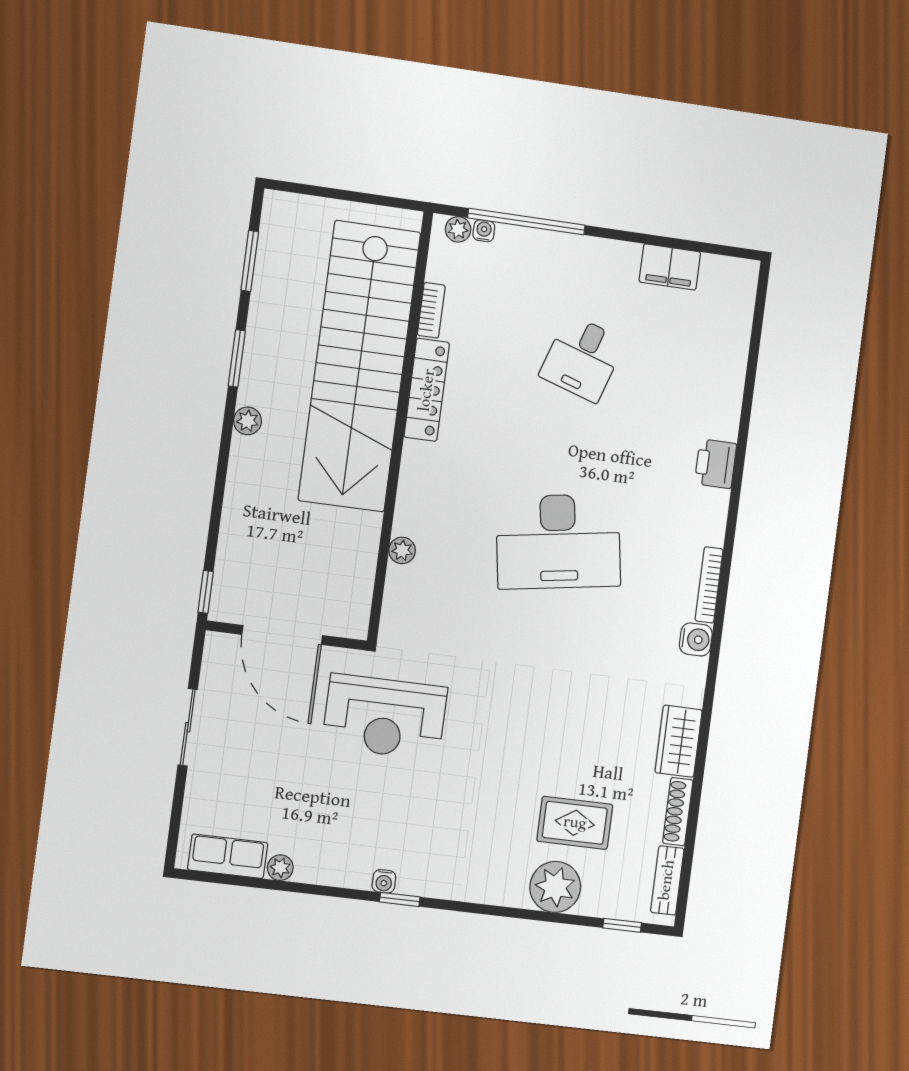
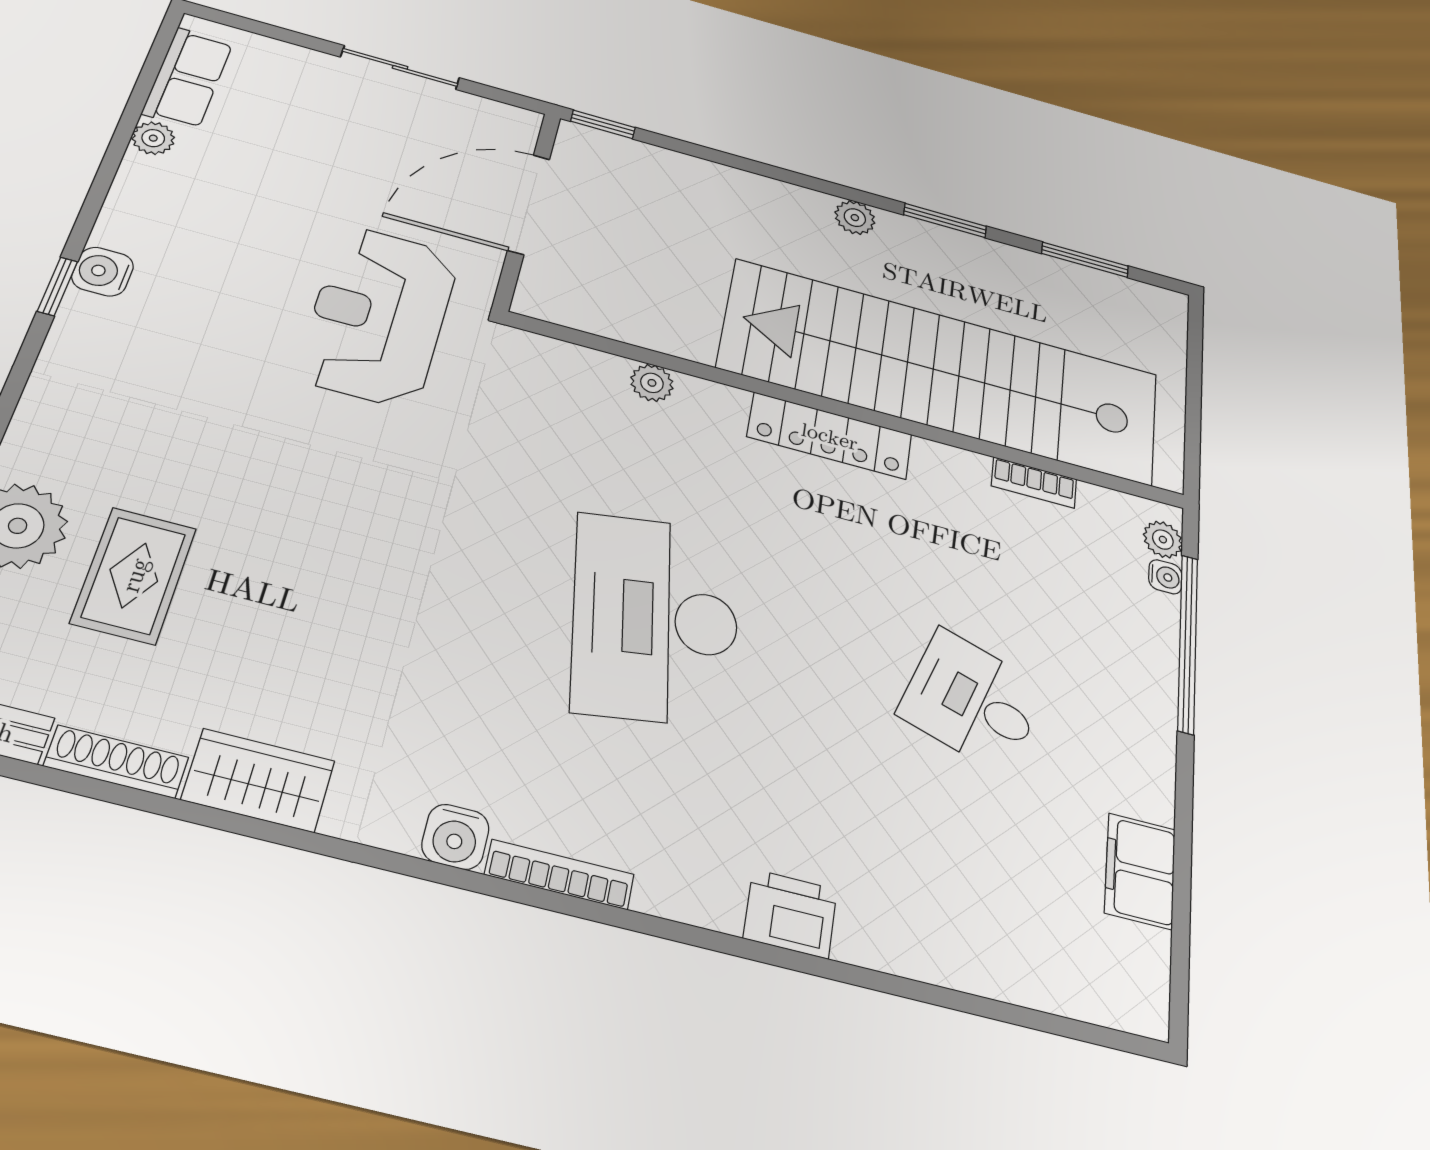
locker: (427, 390) -> (830, 436), moved
water cooler: (384, 881) -> (103, 272), width x1.38, depth x1.38

